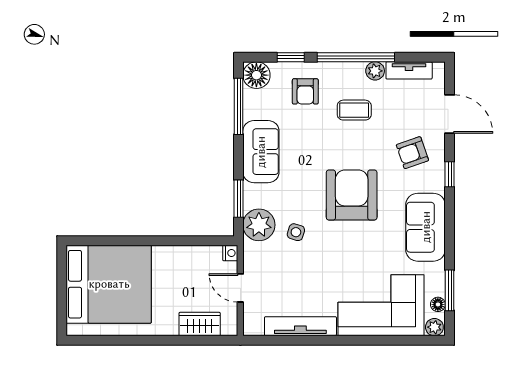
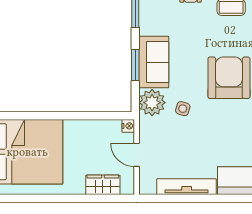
sofa: (261, 152) -> (154, 62), moved
window: (239, 199) -> (135, 65), moved

